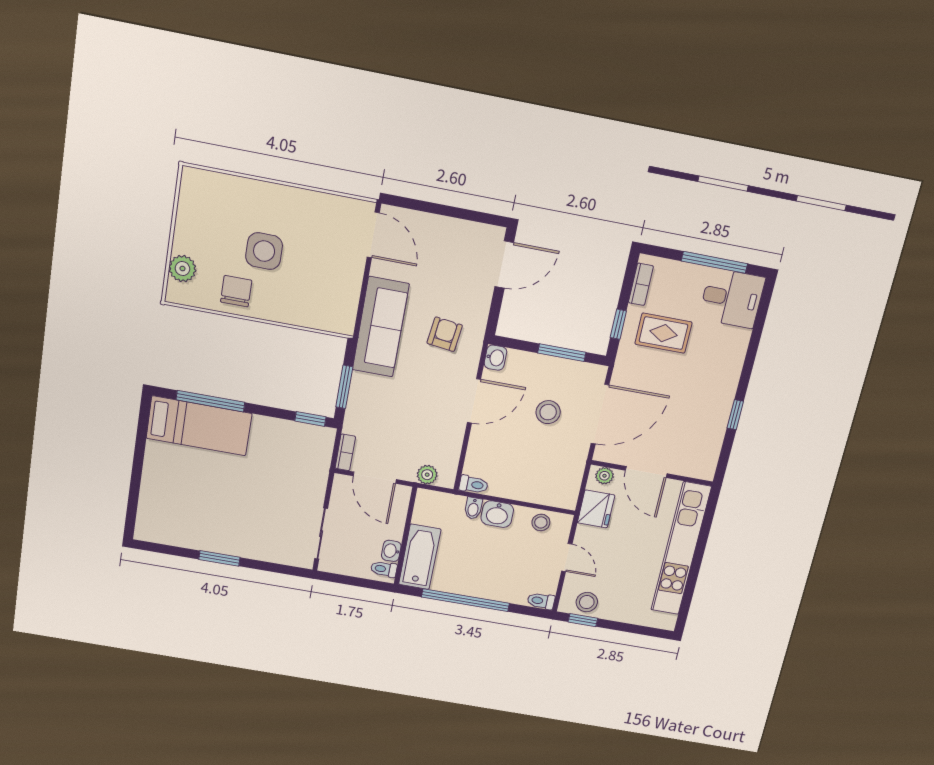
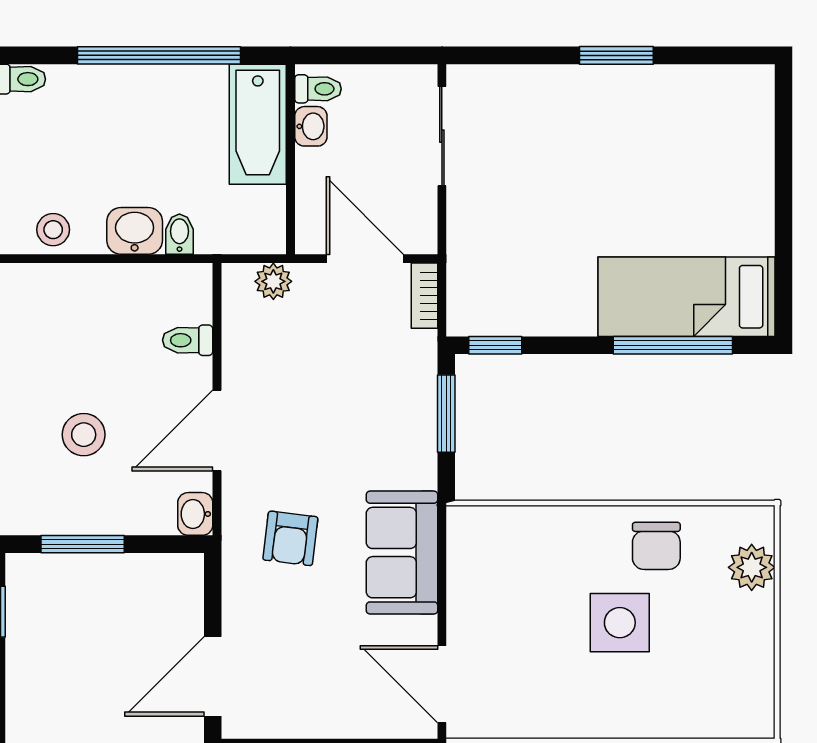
sofa: (381, 327) -> (402, 553), width x0.73
toilet: (474, 485) -> (188, 340), moved

